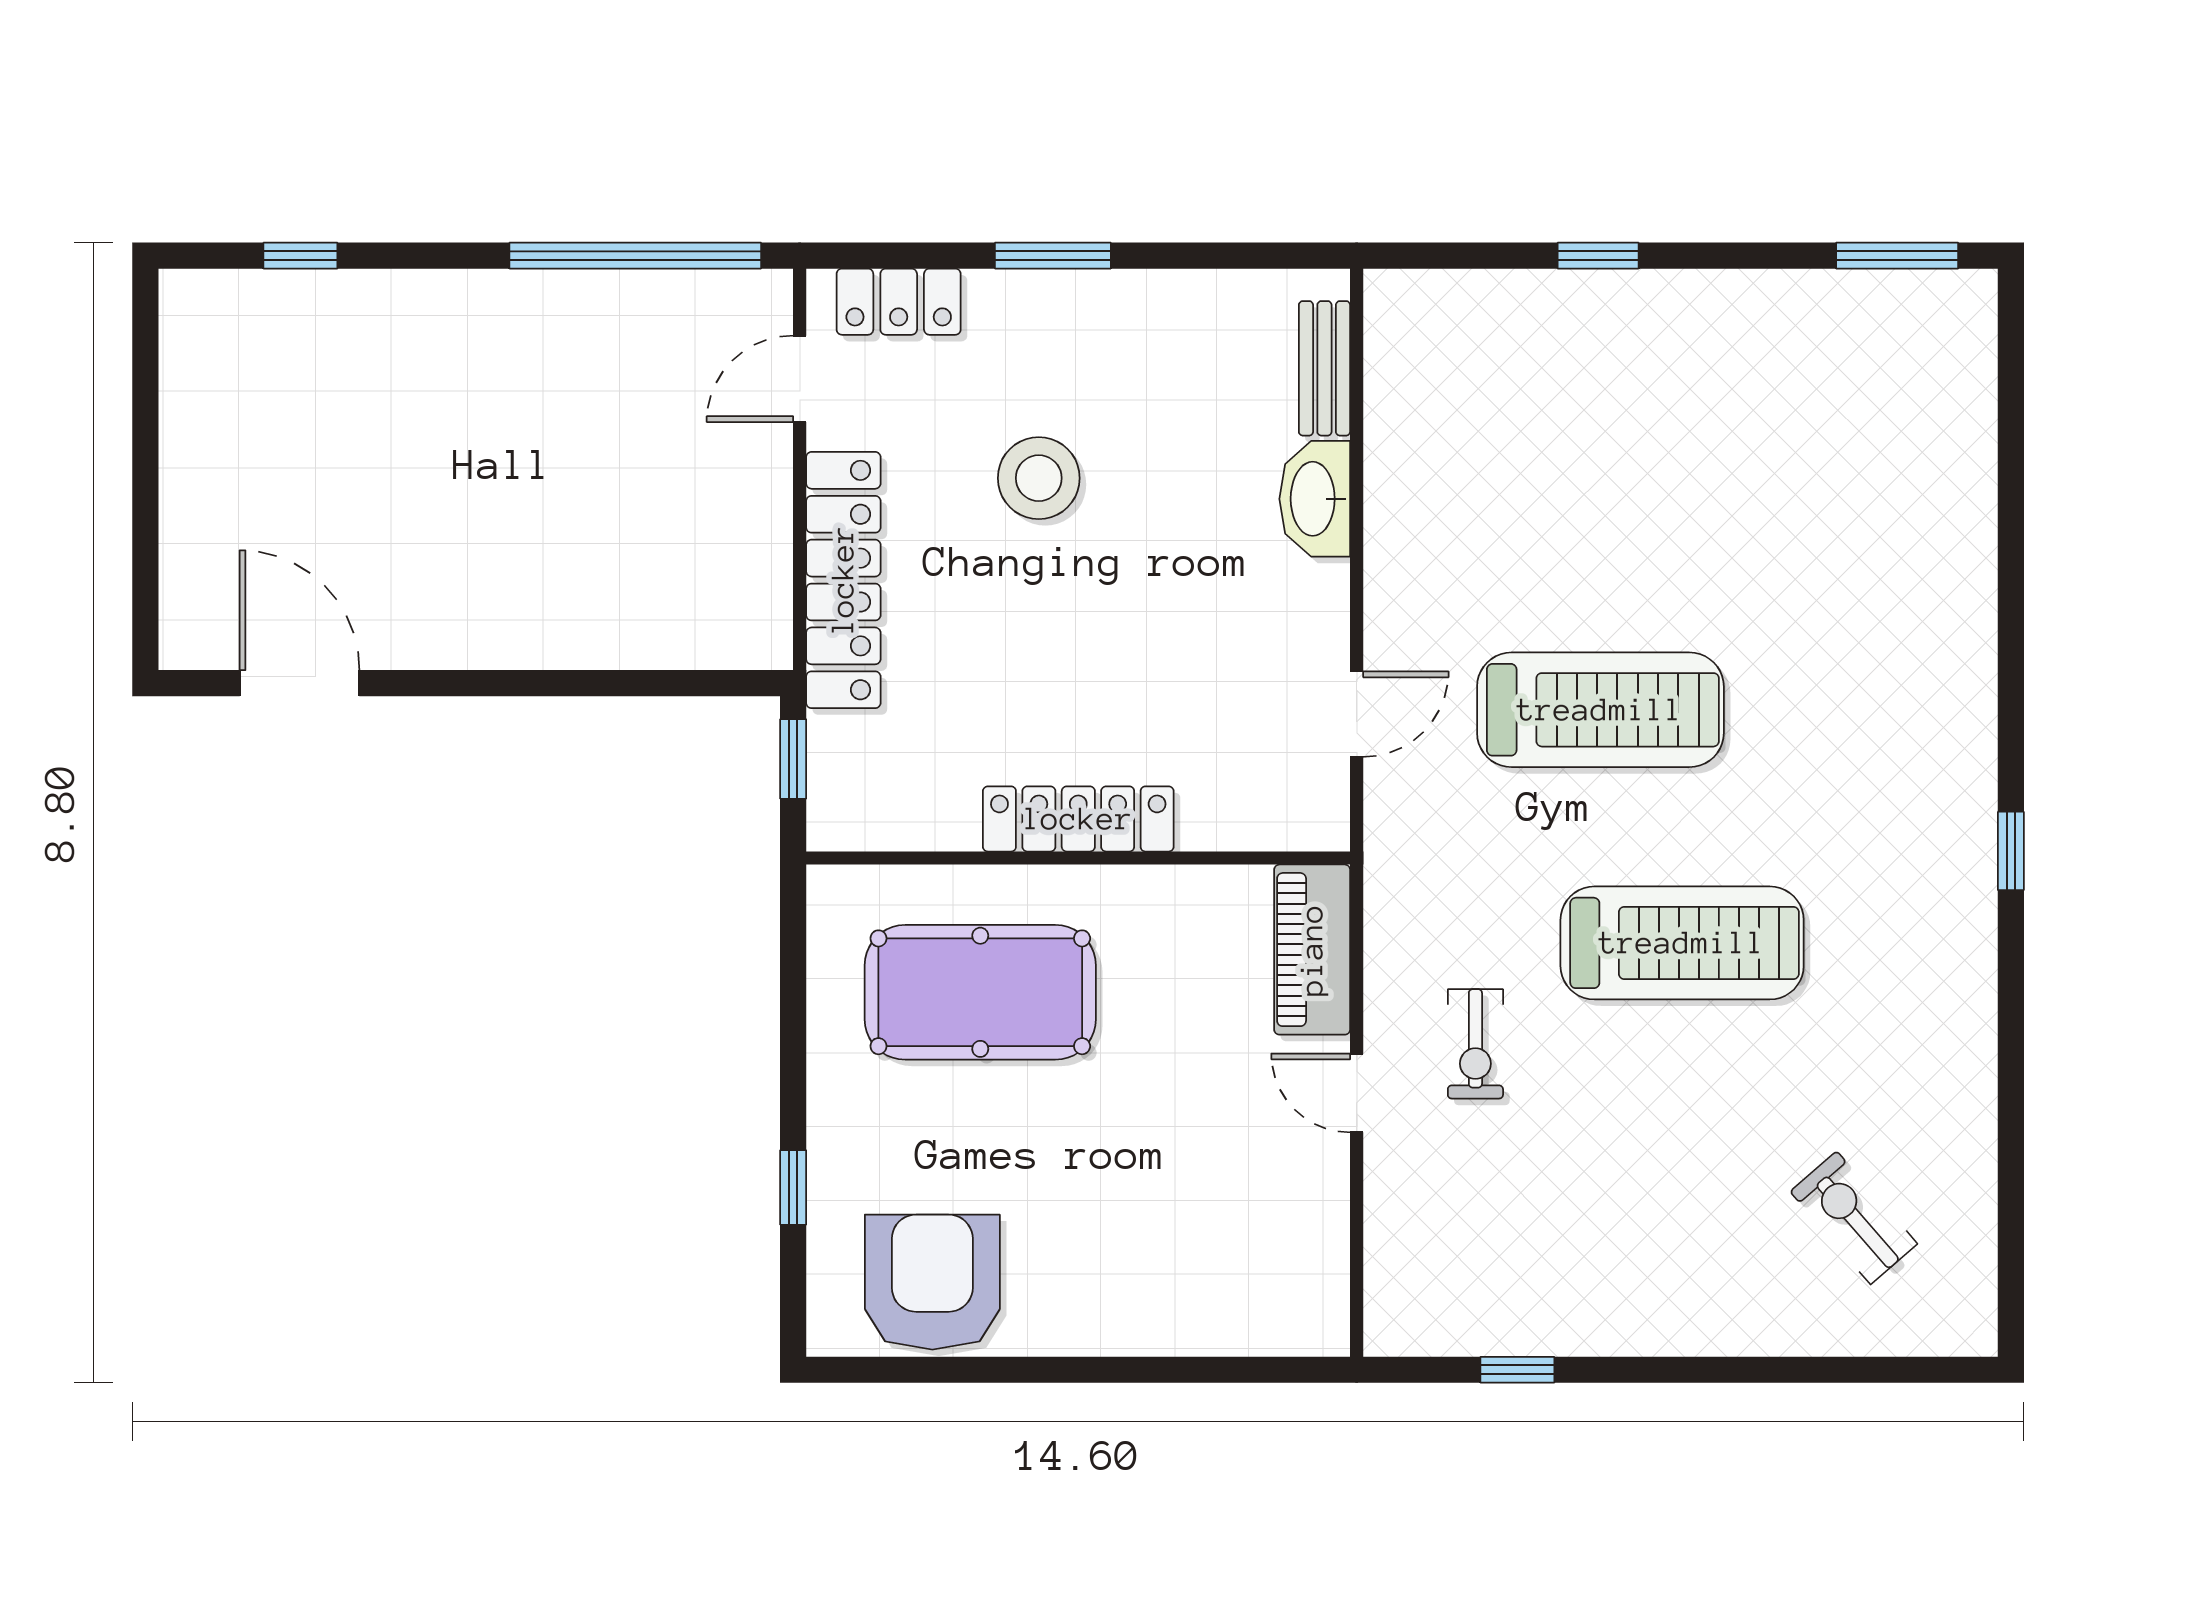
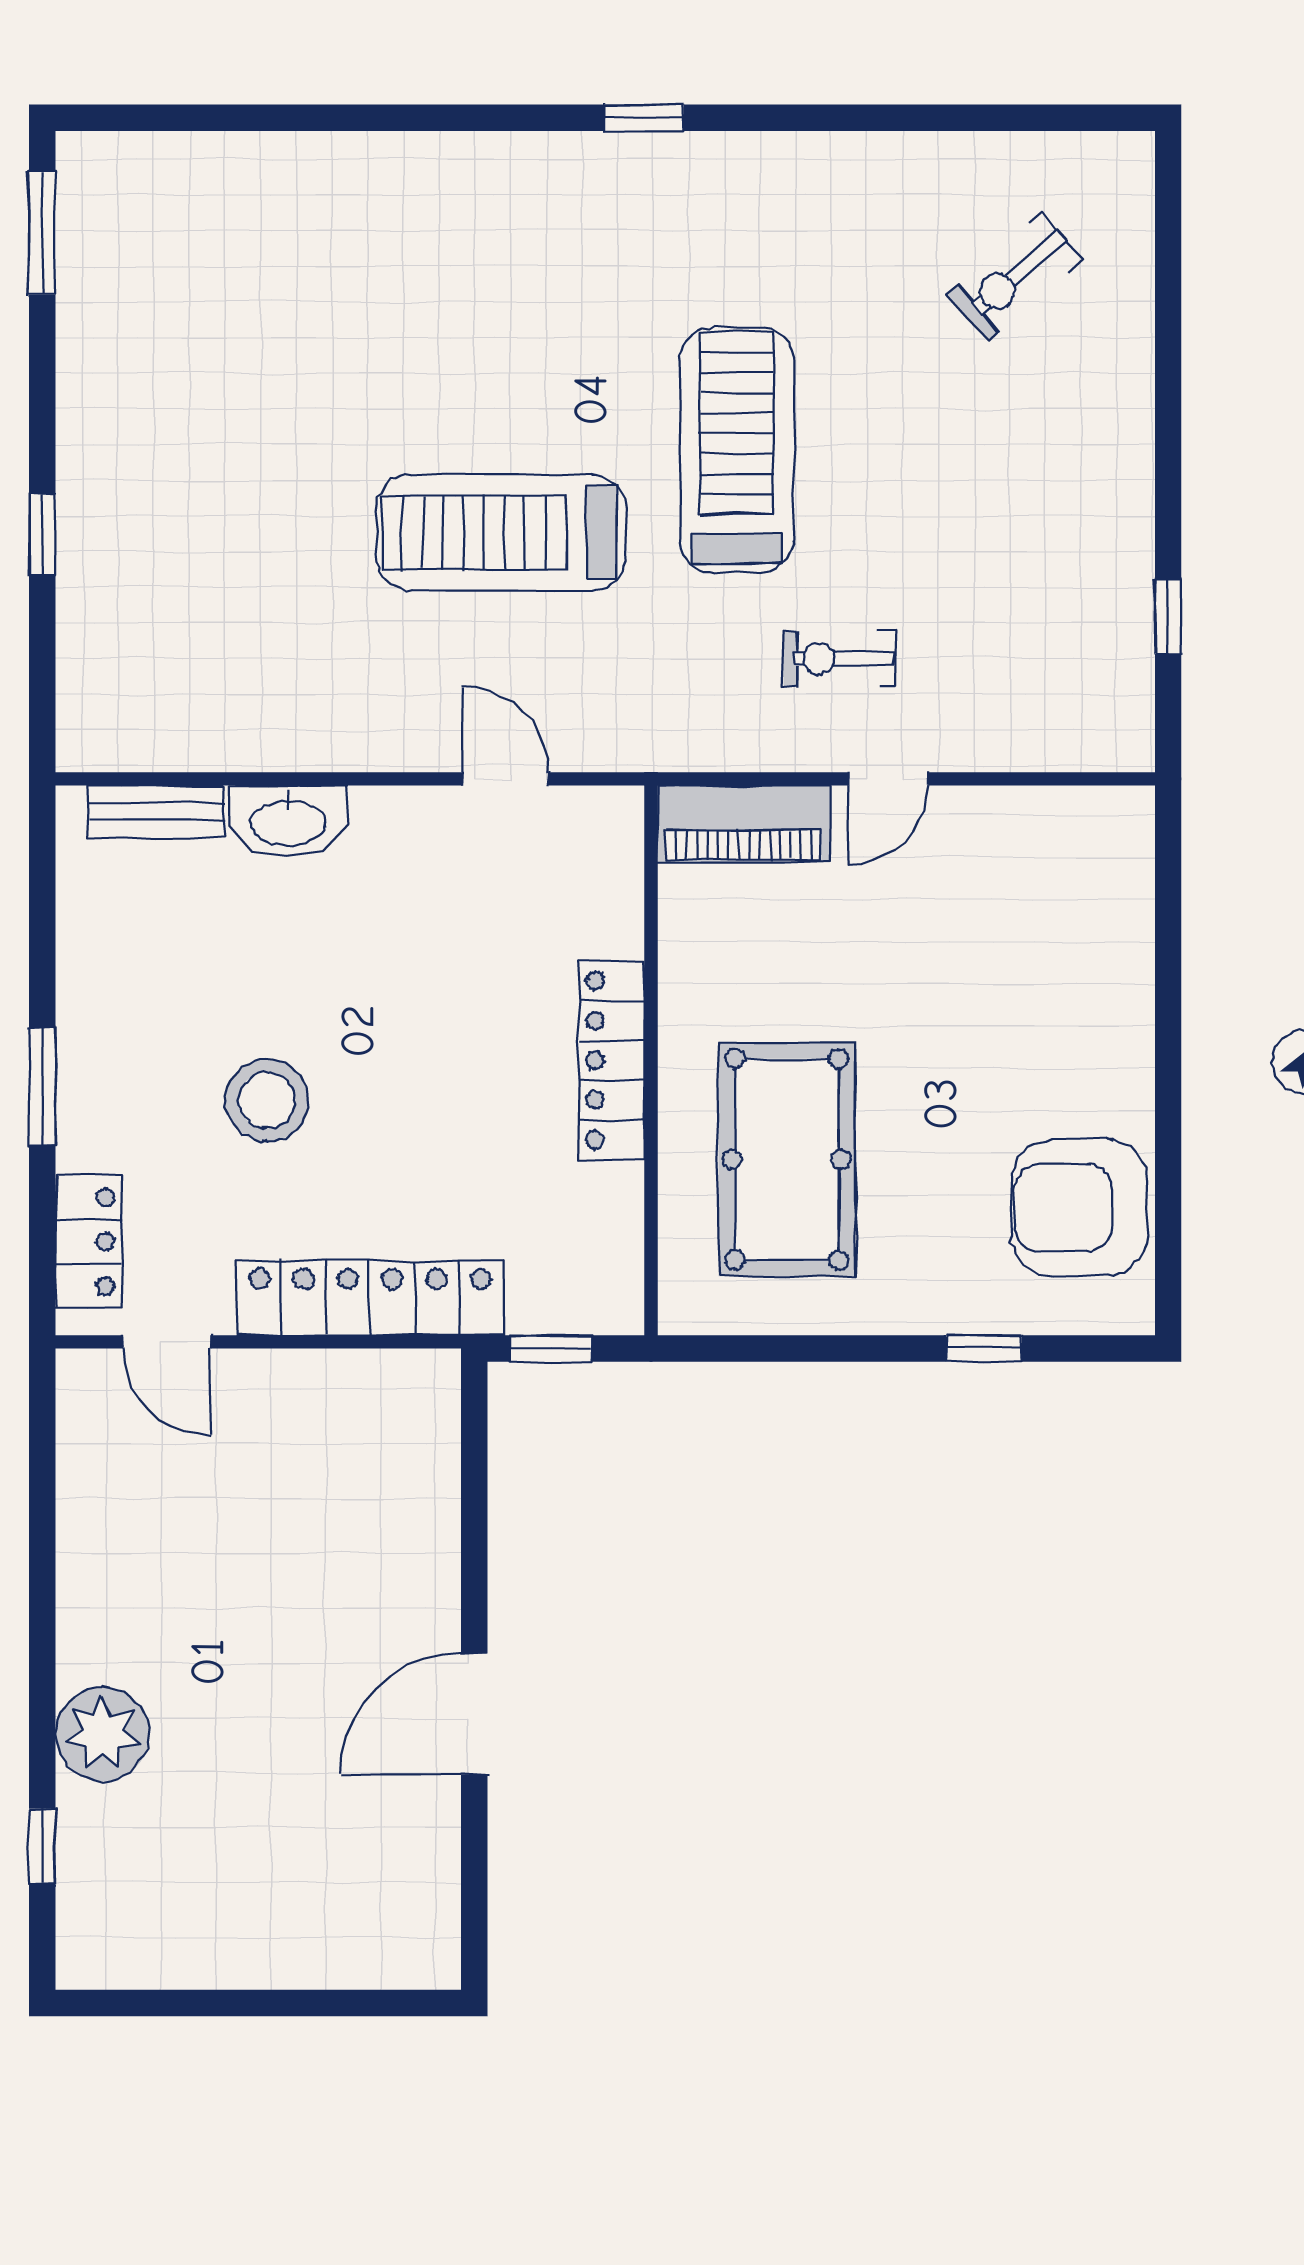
window: (635, 256) -> (42, 1508), removed
plant: (412, 315) -> (102, 1734), added
door: (300, 683) -> (474, 1714), moved
treadmill: (1600, 710) -> (501, 533), turned -90
exercise bike: (1475, 1044) -> (839, 659), turned 180

